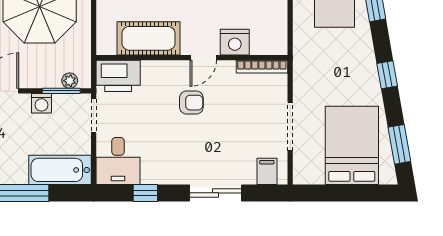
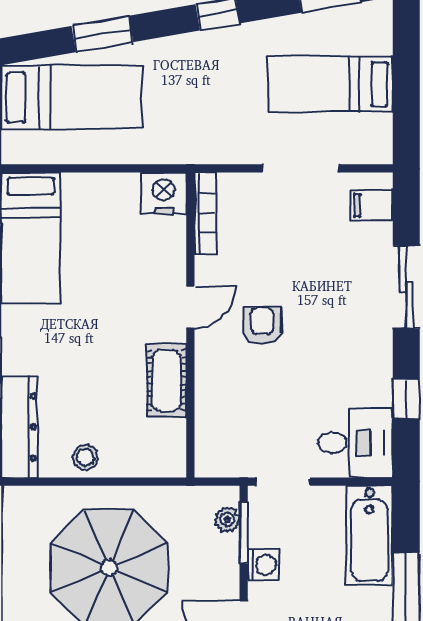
cot: (149, 38) -> (167, 381), width x0.73, depth x0.75
nightstand: (235, 42) -> (163, 193), moved, turned -90
door: (203, 58) -> (190, 307), hinge flipped
printer: (118, 76) -> (220, 442), removed
bed: (352, 145) -> (330, 84), width x0.67

